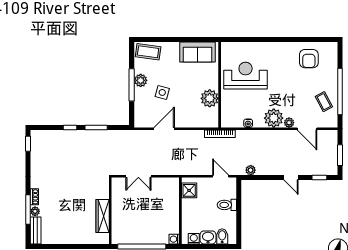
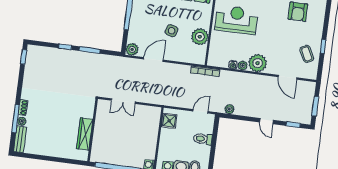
plant: (141, 80) -> (132, 49), moved
side table: (162, 92) -> (172, 31), moved
window: (340, 92) -> (323, 46), width x0.32
plant: (289, 123) -> (243, 65), moved
door: (221, 176) -> (200, 111), hinge flipped

